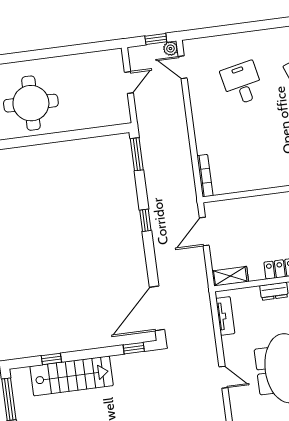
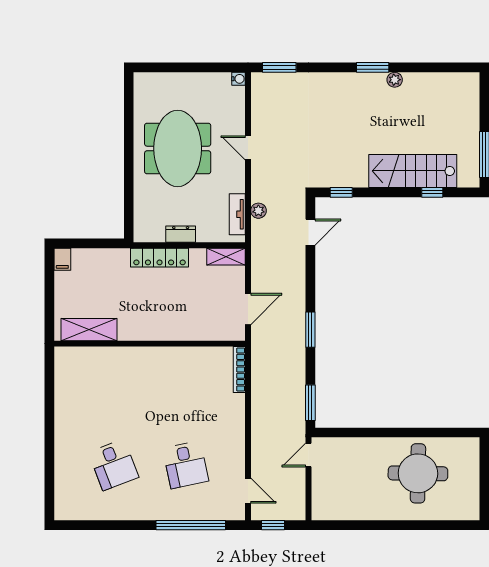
window: (230, 29) -> (191, 525), added
plant: (170, 49) -> (258, 211), moved
door: (129, 83) -> (308, 455), moved
window: (145, 220) -> (310, 330), width x1.50
door: (157, 308) -> (310, 232), width x0.53

